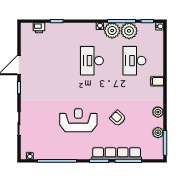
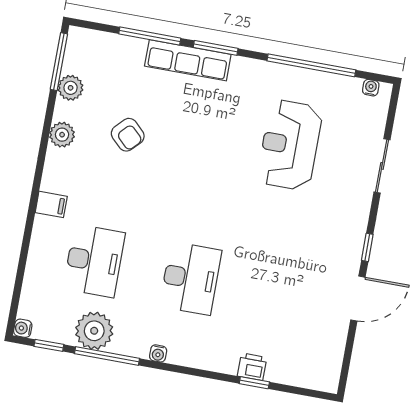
printer: (39, 28) -> (252, 367), moved
plant: (112, 30) -> (132, 339), removed
armchair: (118, 118) -> (128, 135), moved
reception desk: (78, 120) -> (290, 145), moved, turned 90
row of seats: (117, 154) -> (188, 60), width x0.73

